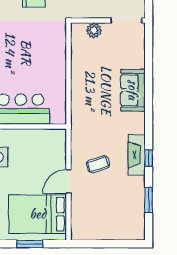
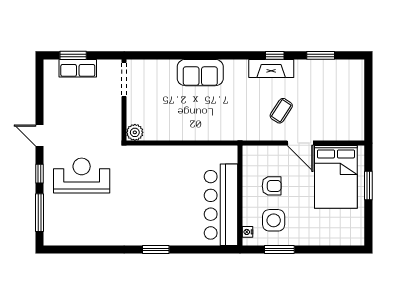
plant: (94, 30) -> (135, 132), moved
armchair: (29, 155) -> (272, 186), added
coffee table: (98, 164) -> (281, 111), turned 51

